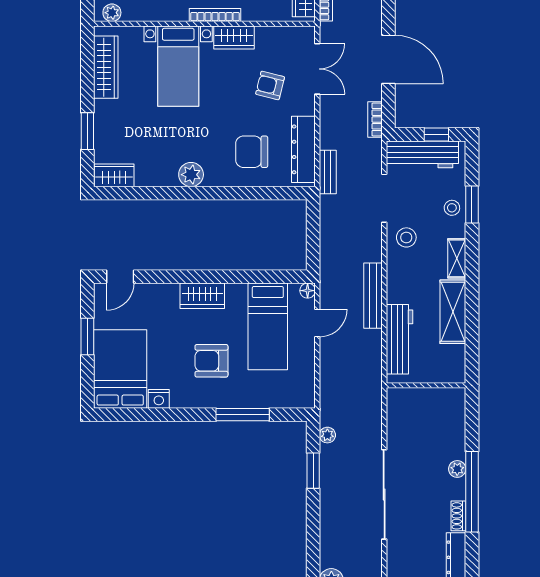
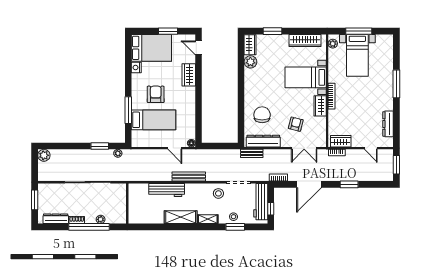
plant: (191, 175) -> (250, 62), moved
wardrobe: (202, 296) -> (189, 75), moved
bed: (268, 326) -> (154, 120), moved, turned 180
wall: (426, 385) -> (127, 203), moved

